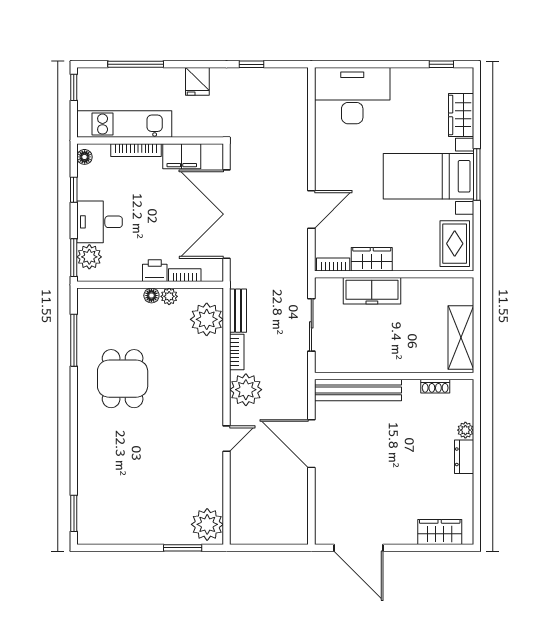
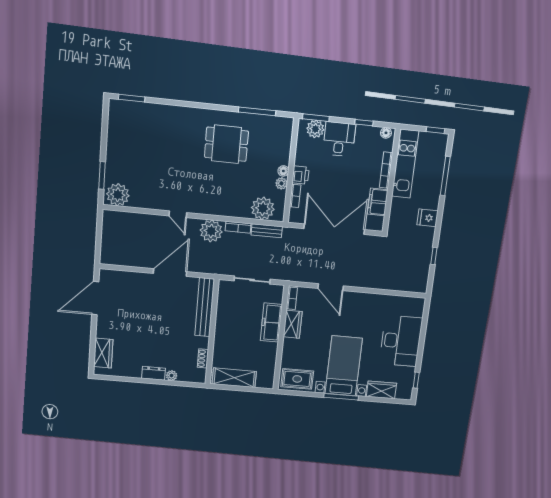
desk: (352, 96) -> (401, 341), moved

